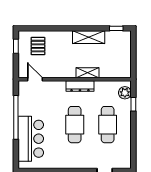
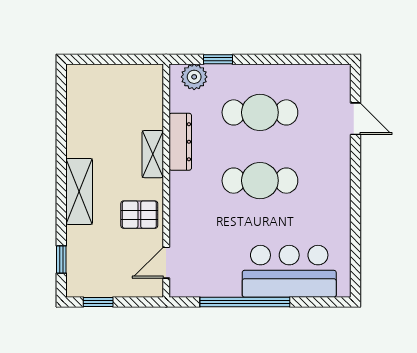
window: (116, 28) -> (61, 260), moved
shelving: (89, 37) -> (79, 191), moved
pallet: (38, 46) -> (139, 215), moved
dresser: (80, 86) -> (180, 142), moved

